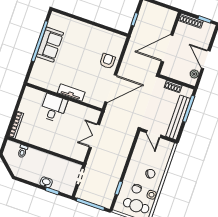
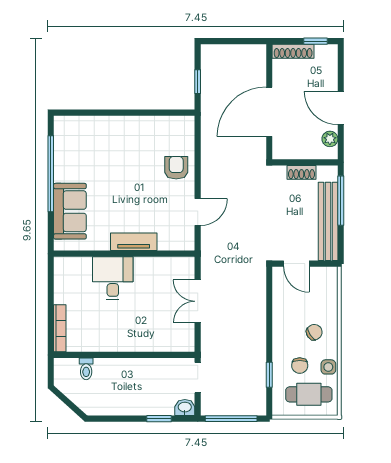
sofa: (50, 45) -> (70, 211), moved
door: (111, 88) -> (198, 212), width x0.53
washbasin: (46, 182) -> (185, 407), moved

